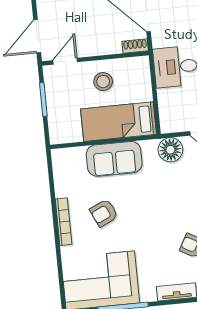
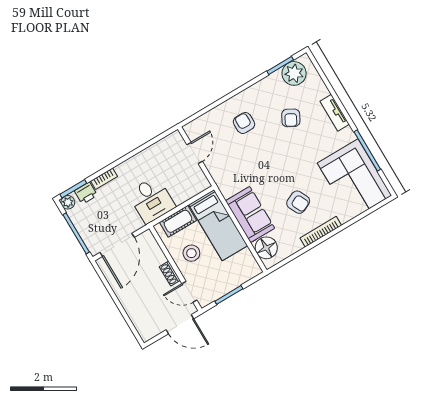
shoe rack: (135, 46) -> (170, 273), moved
cot: (141, 83) -> (178, 221), added
floor lamp: (170, 150) -> (266, 248), moved

